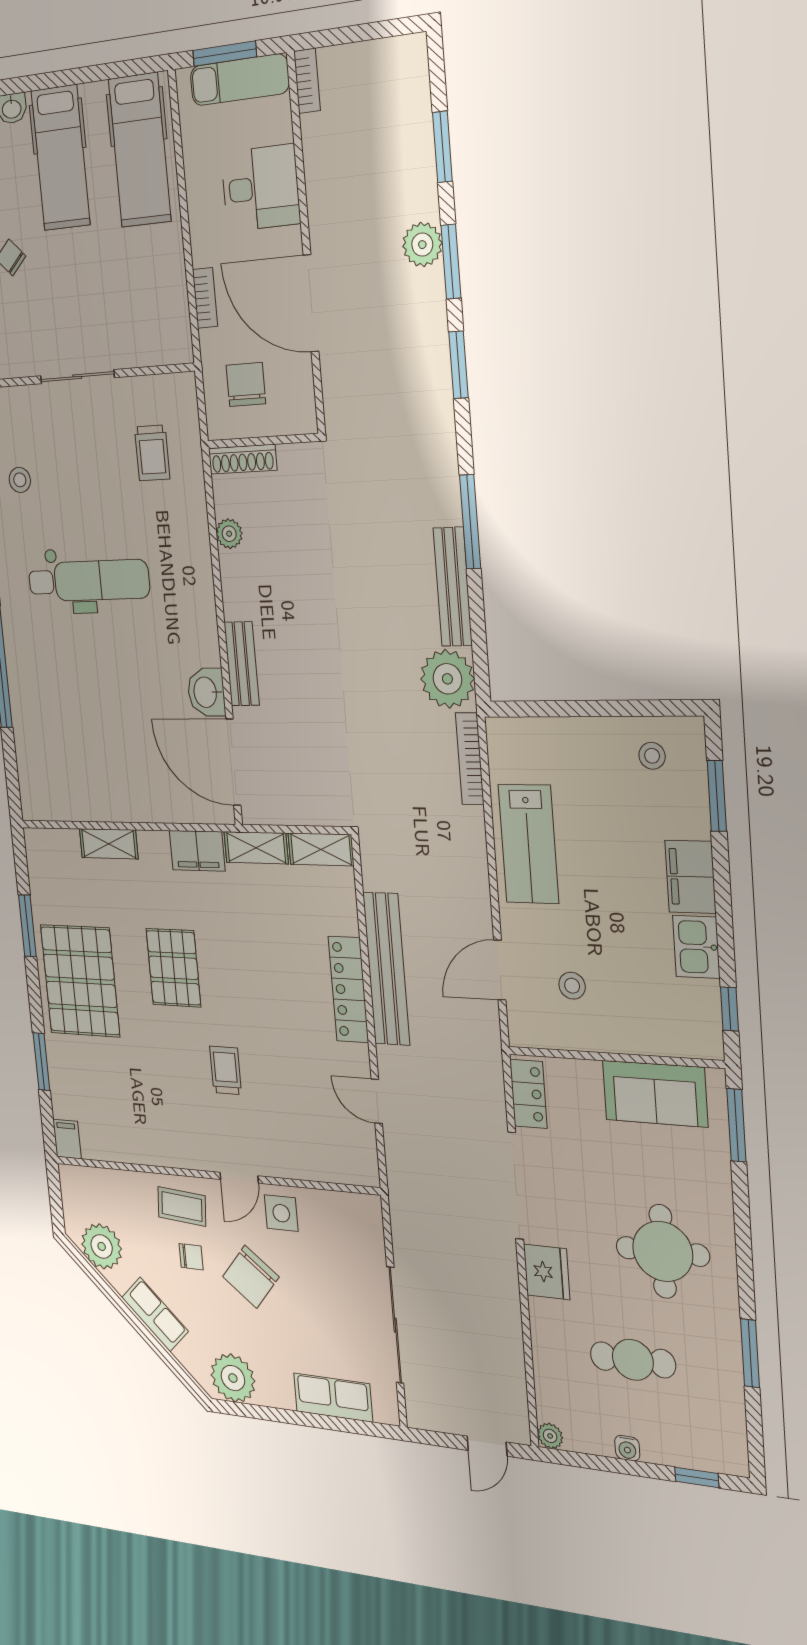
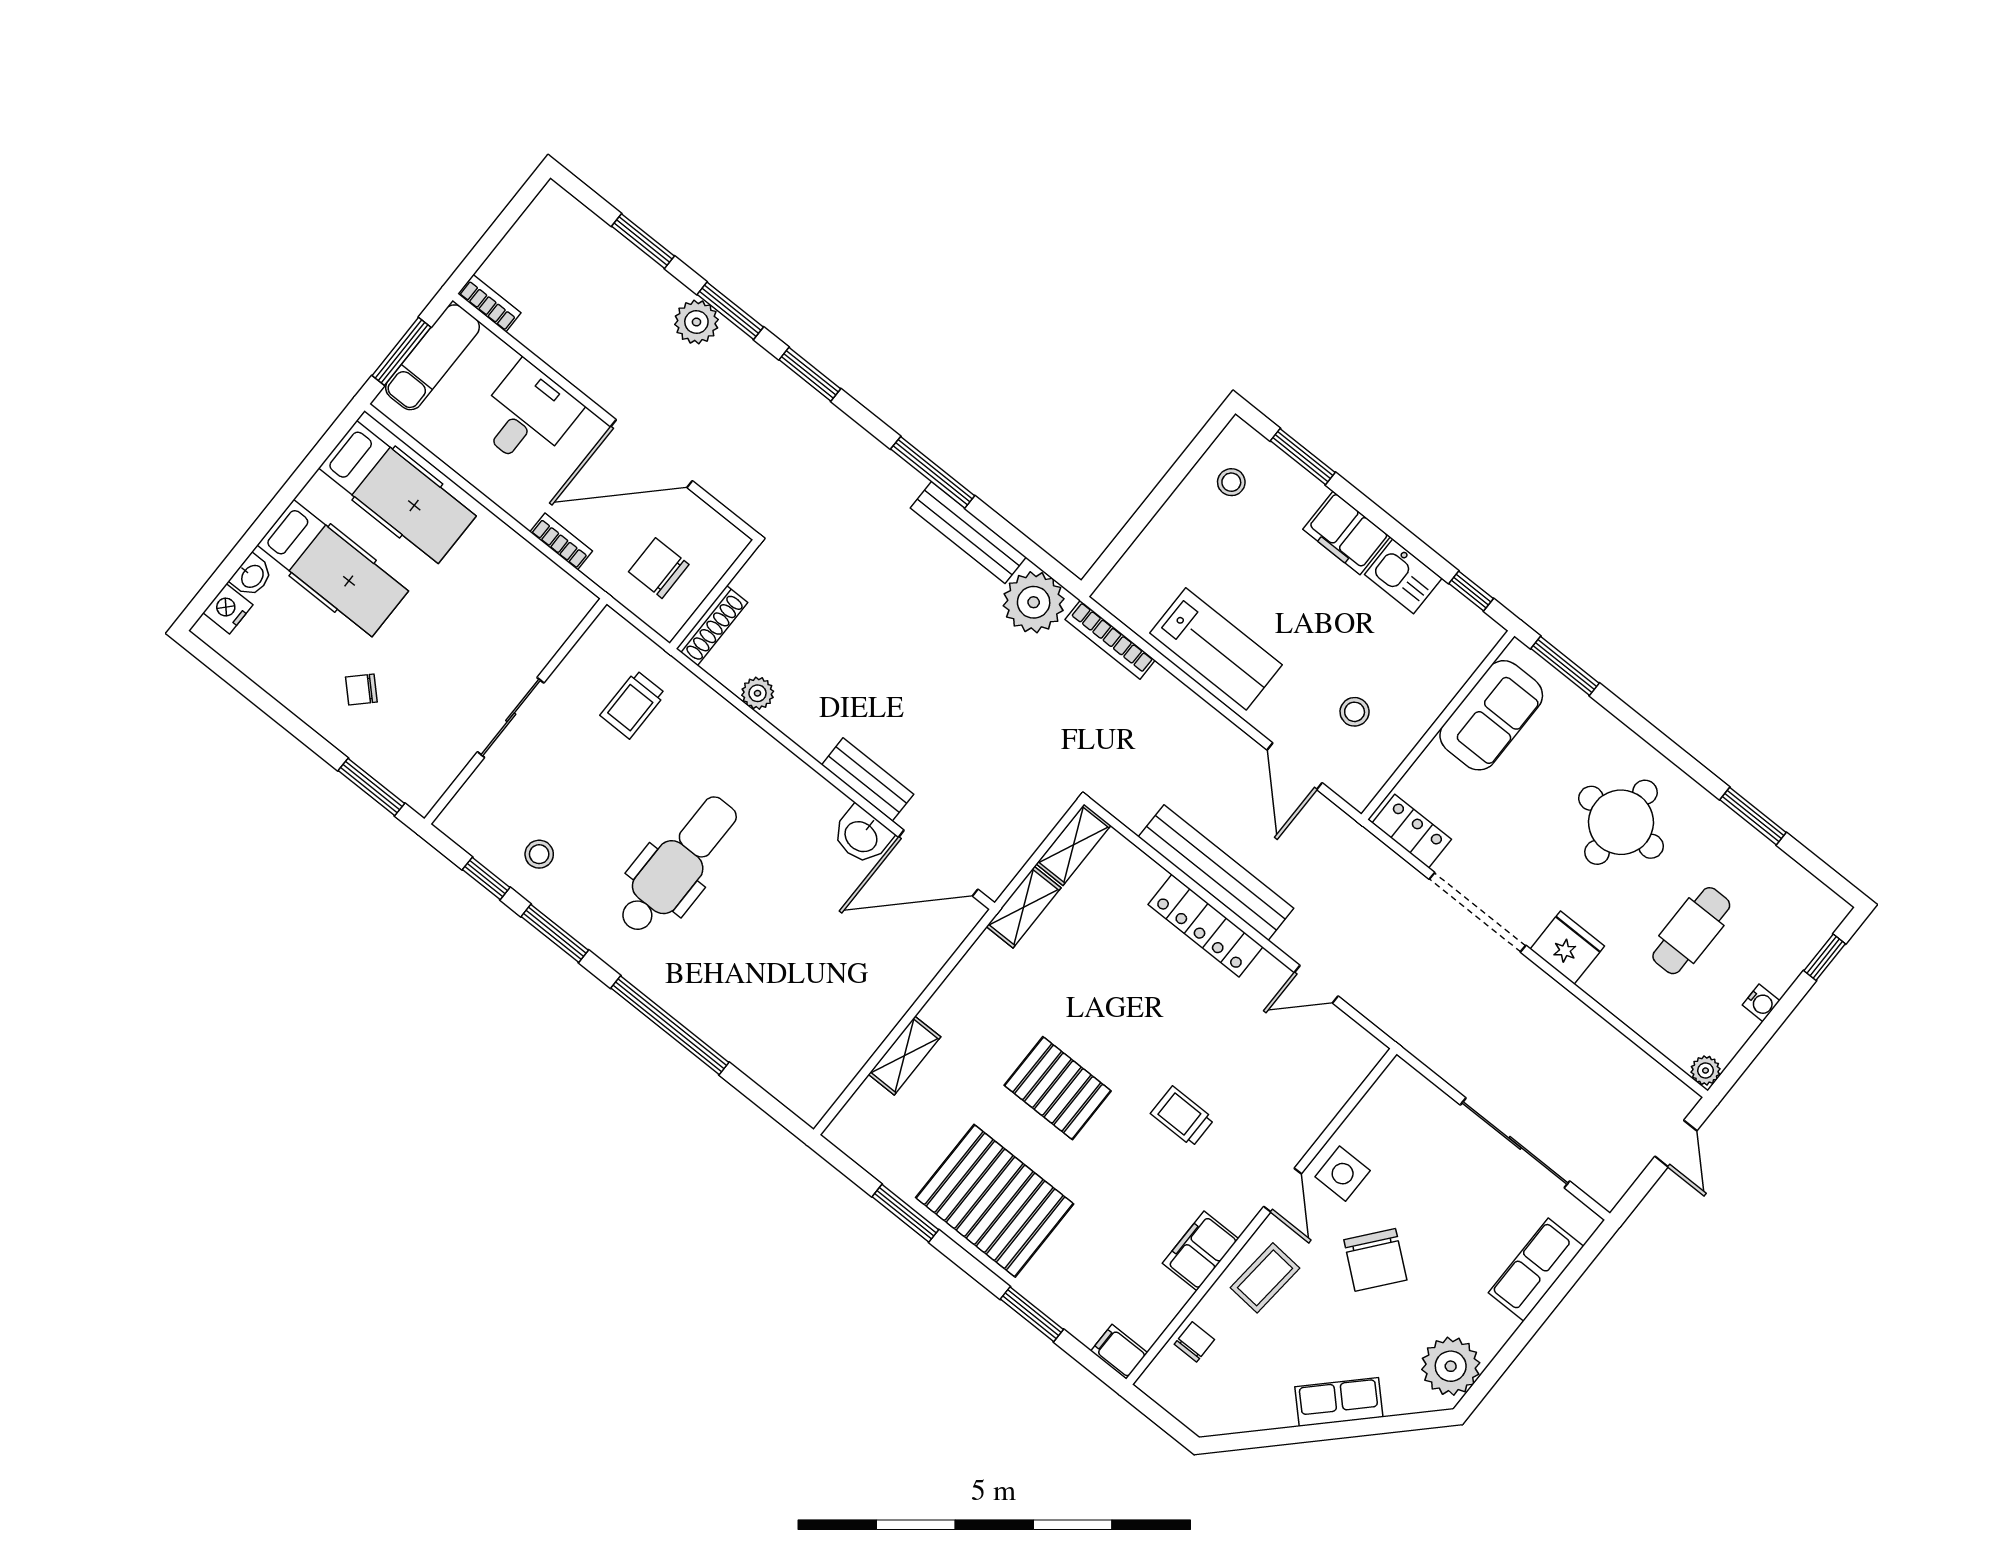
trolley: (152, 453) -> (633, 704), turned 90
filing cabinet: (197, 851) -> (1200, 1251), moved, turned 180
plant: (102, 1246) -> (1239, 1405), removed
chair: (191, 1257) -> (1194, 1342), moved

